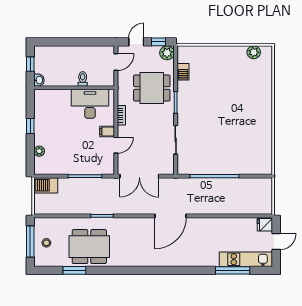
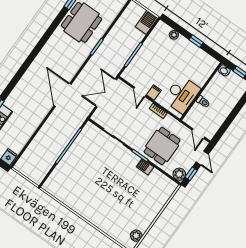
barbecue: (183, 72) -> (145, 167), moved

